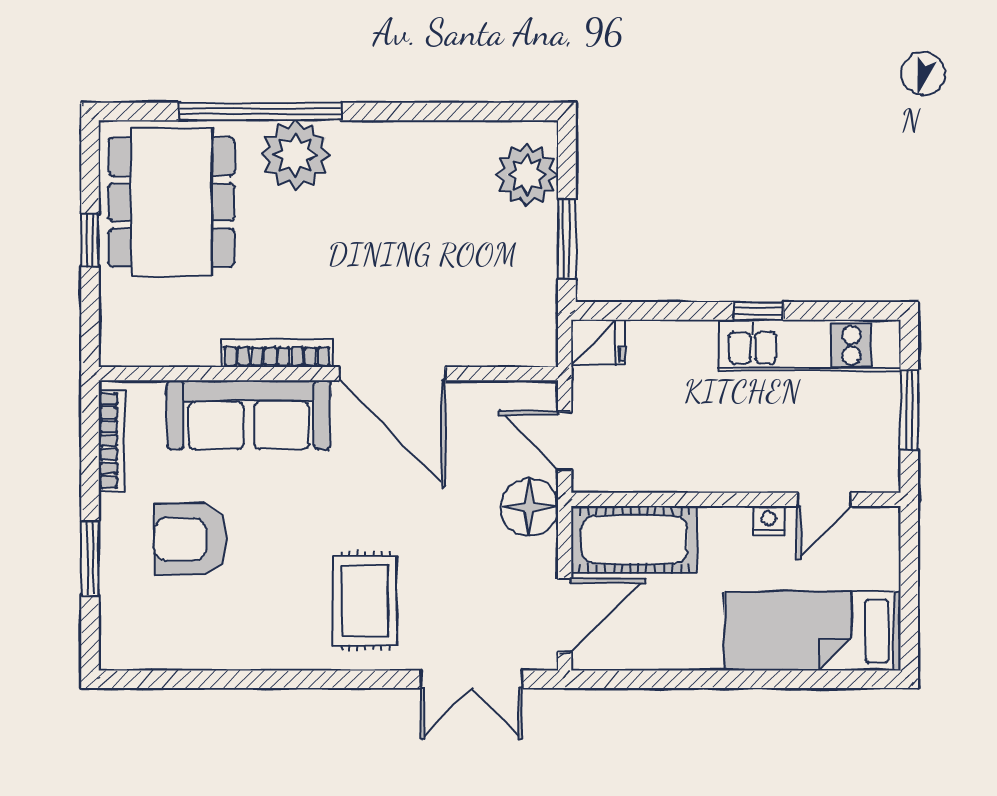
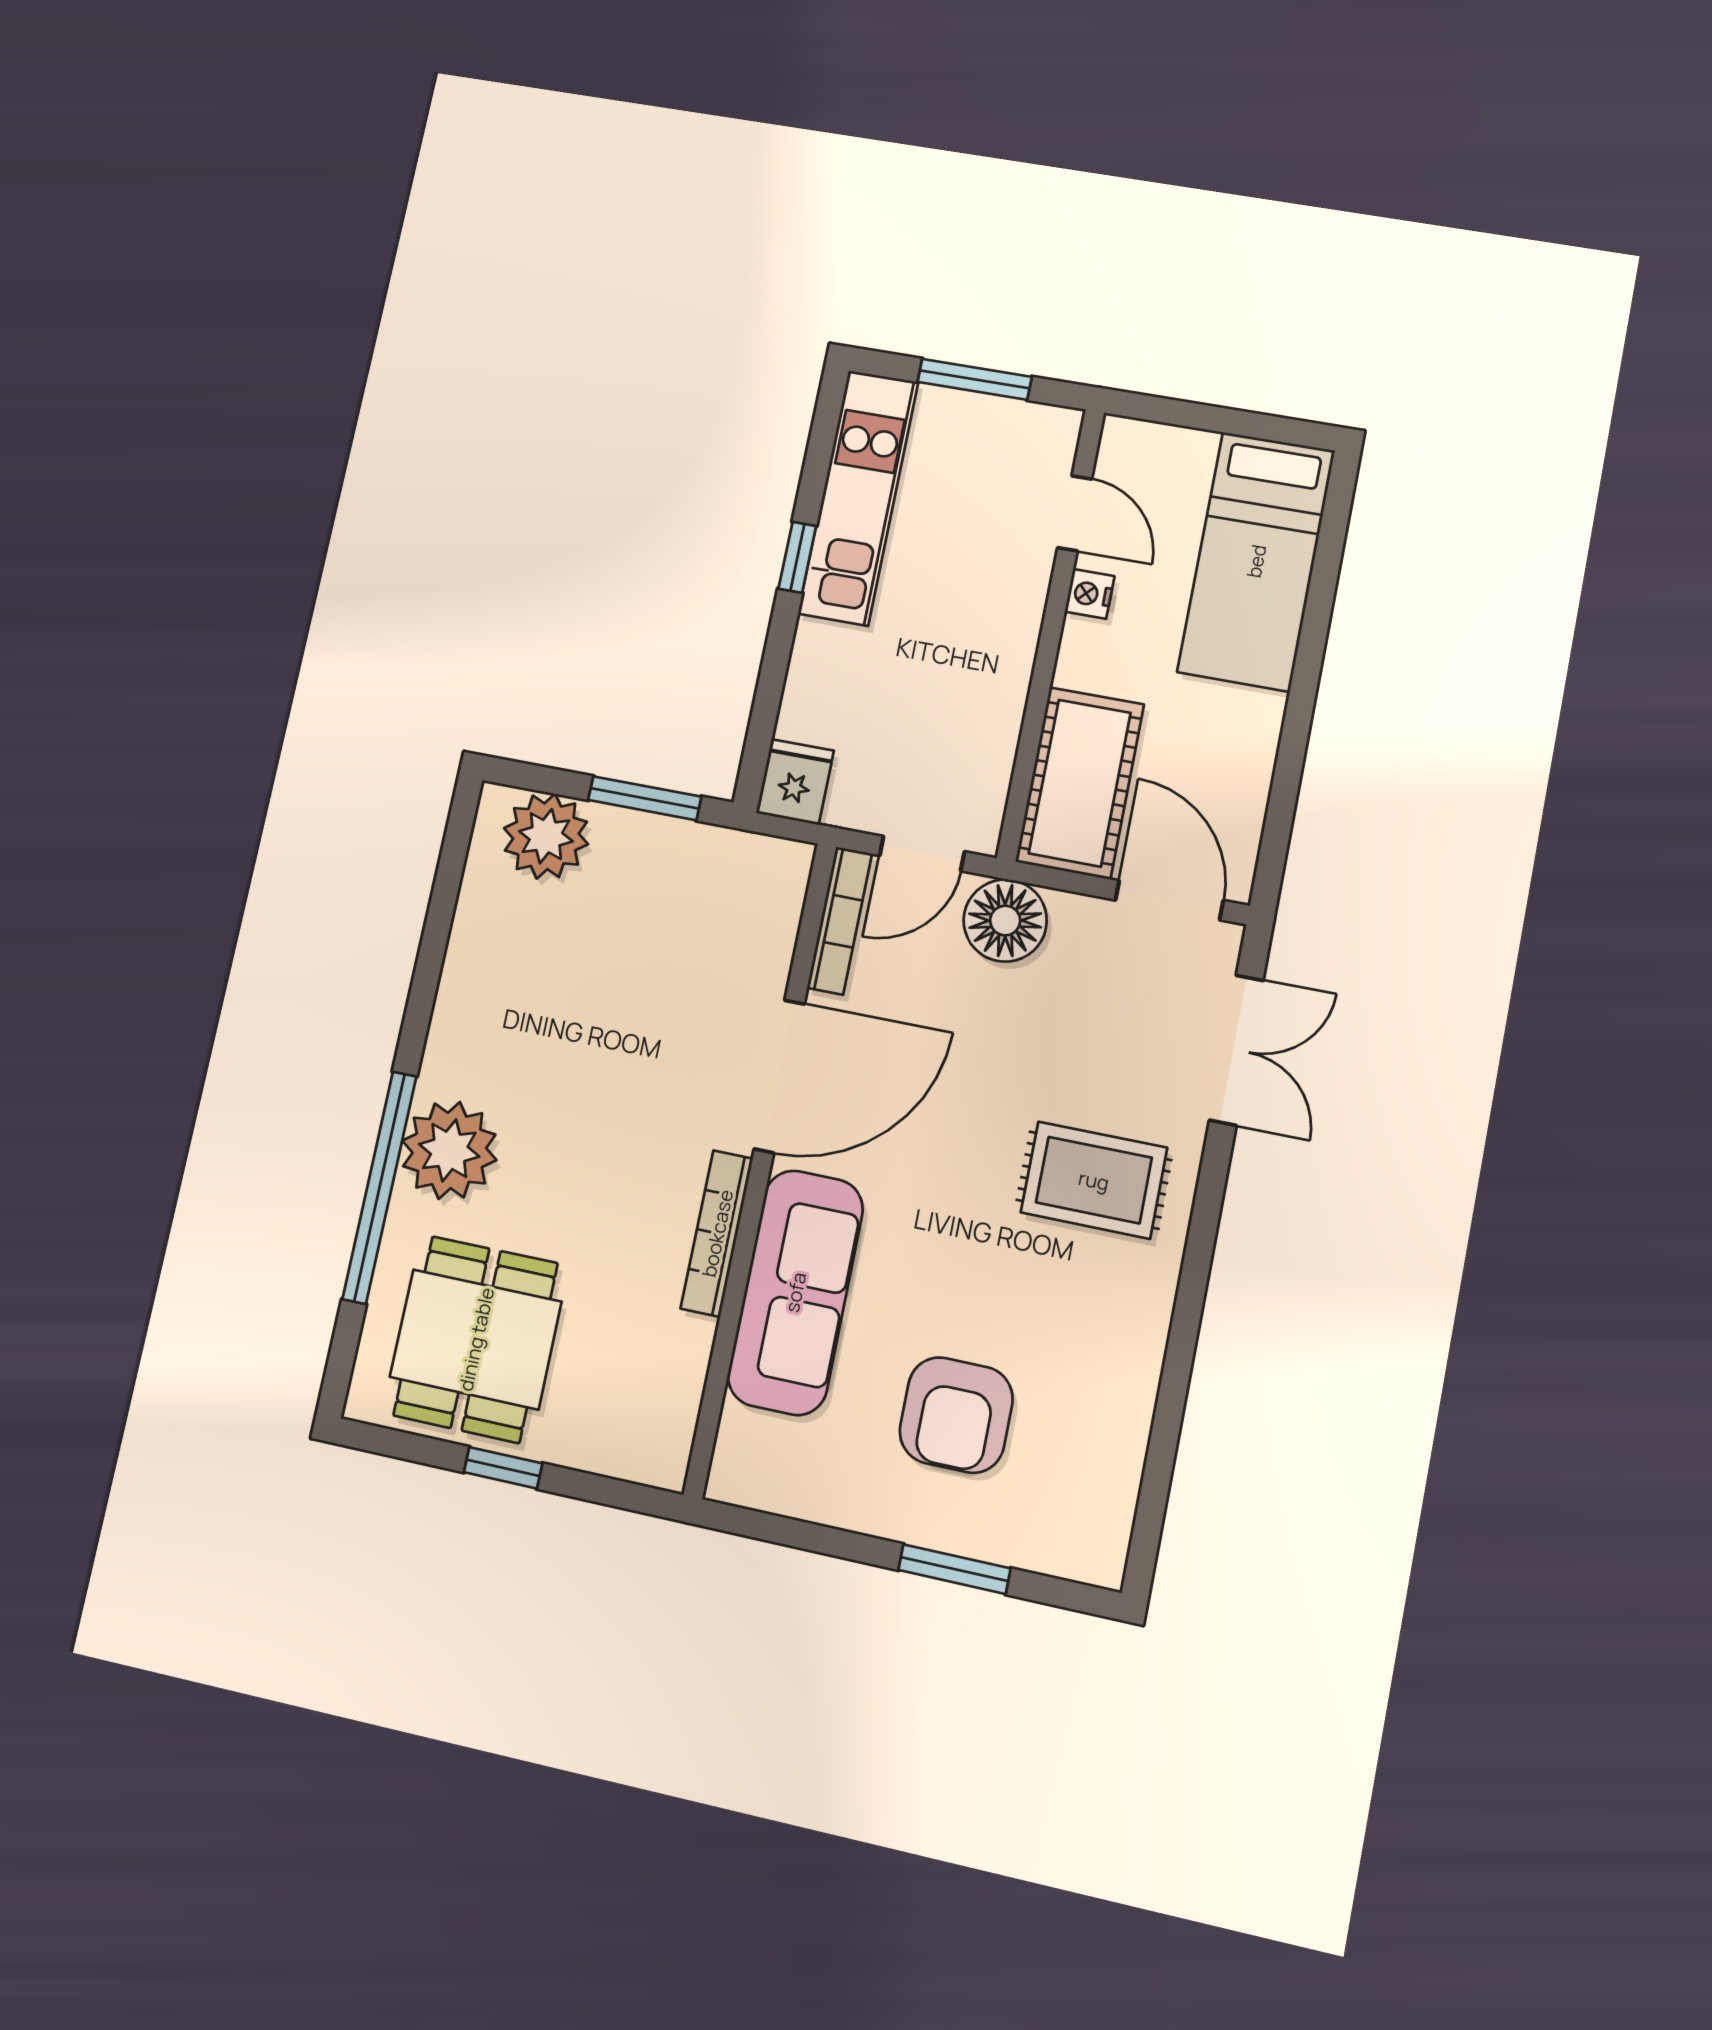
dining table: (171, 202) -> (476, 1339), width x0.73
bookcase: (112, 441) -> (840, 921), moved, turned 90

